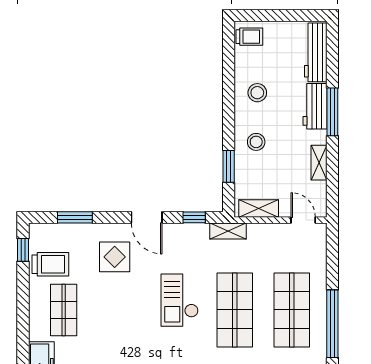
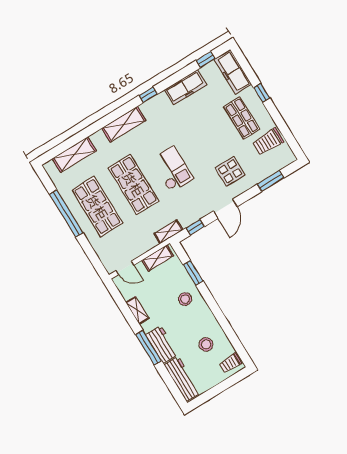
stool: (257, 93) -> (206, 344), moved
door: (147, 217) -> (225, 209), swing flipped
window: (23, 250) -> (262, 93), moved

